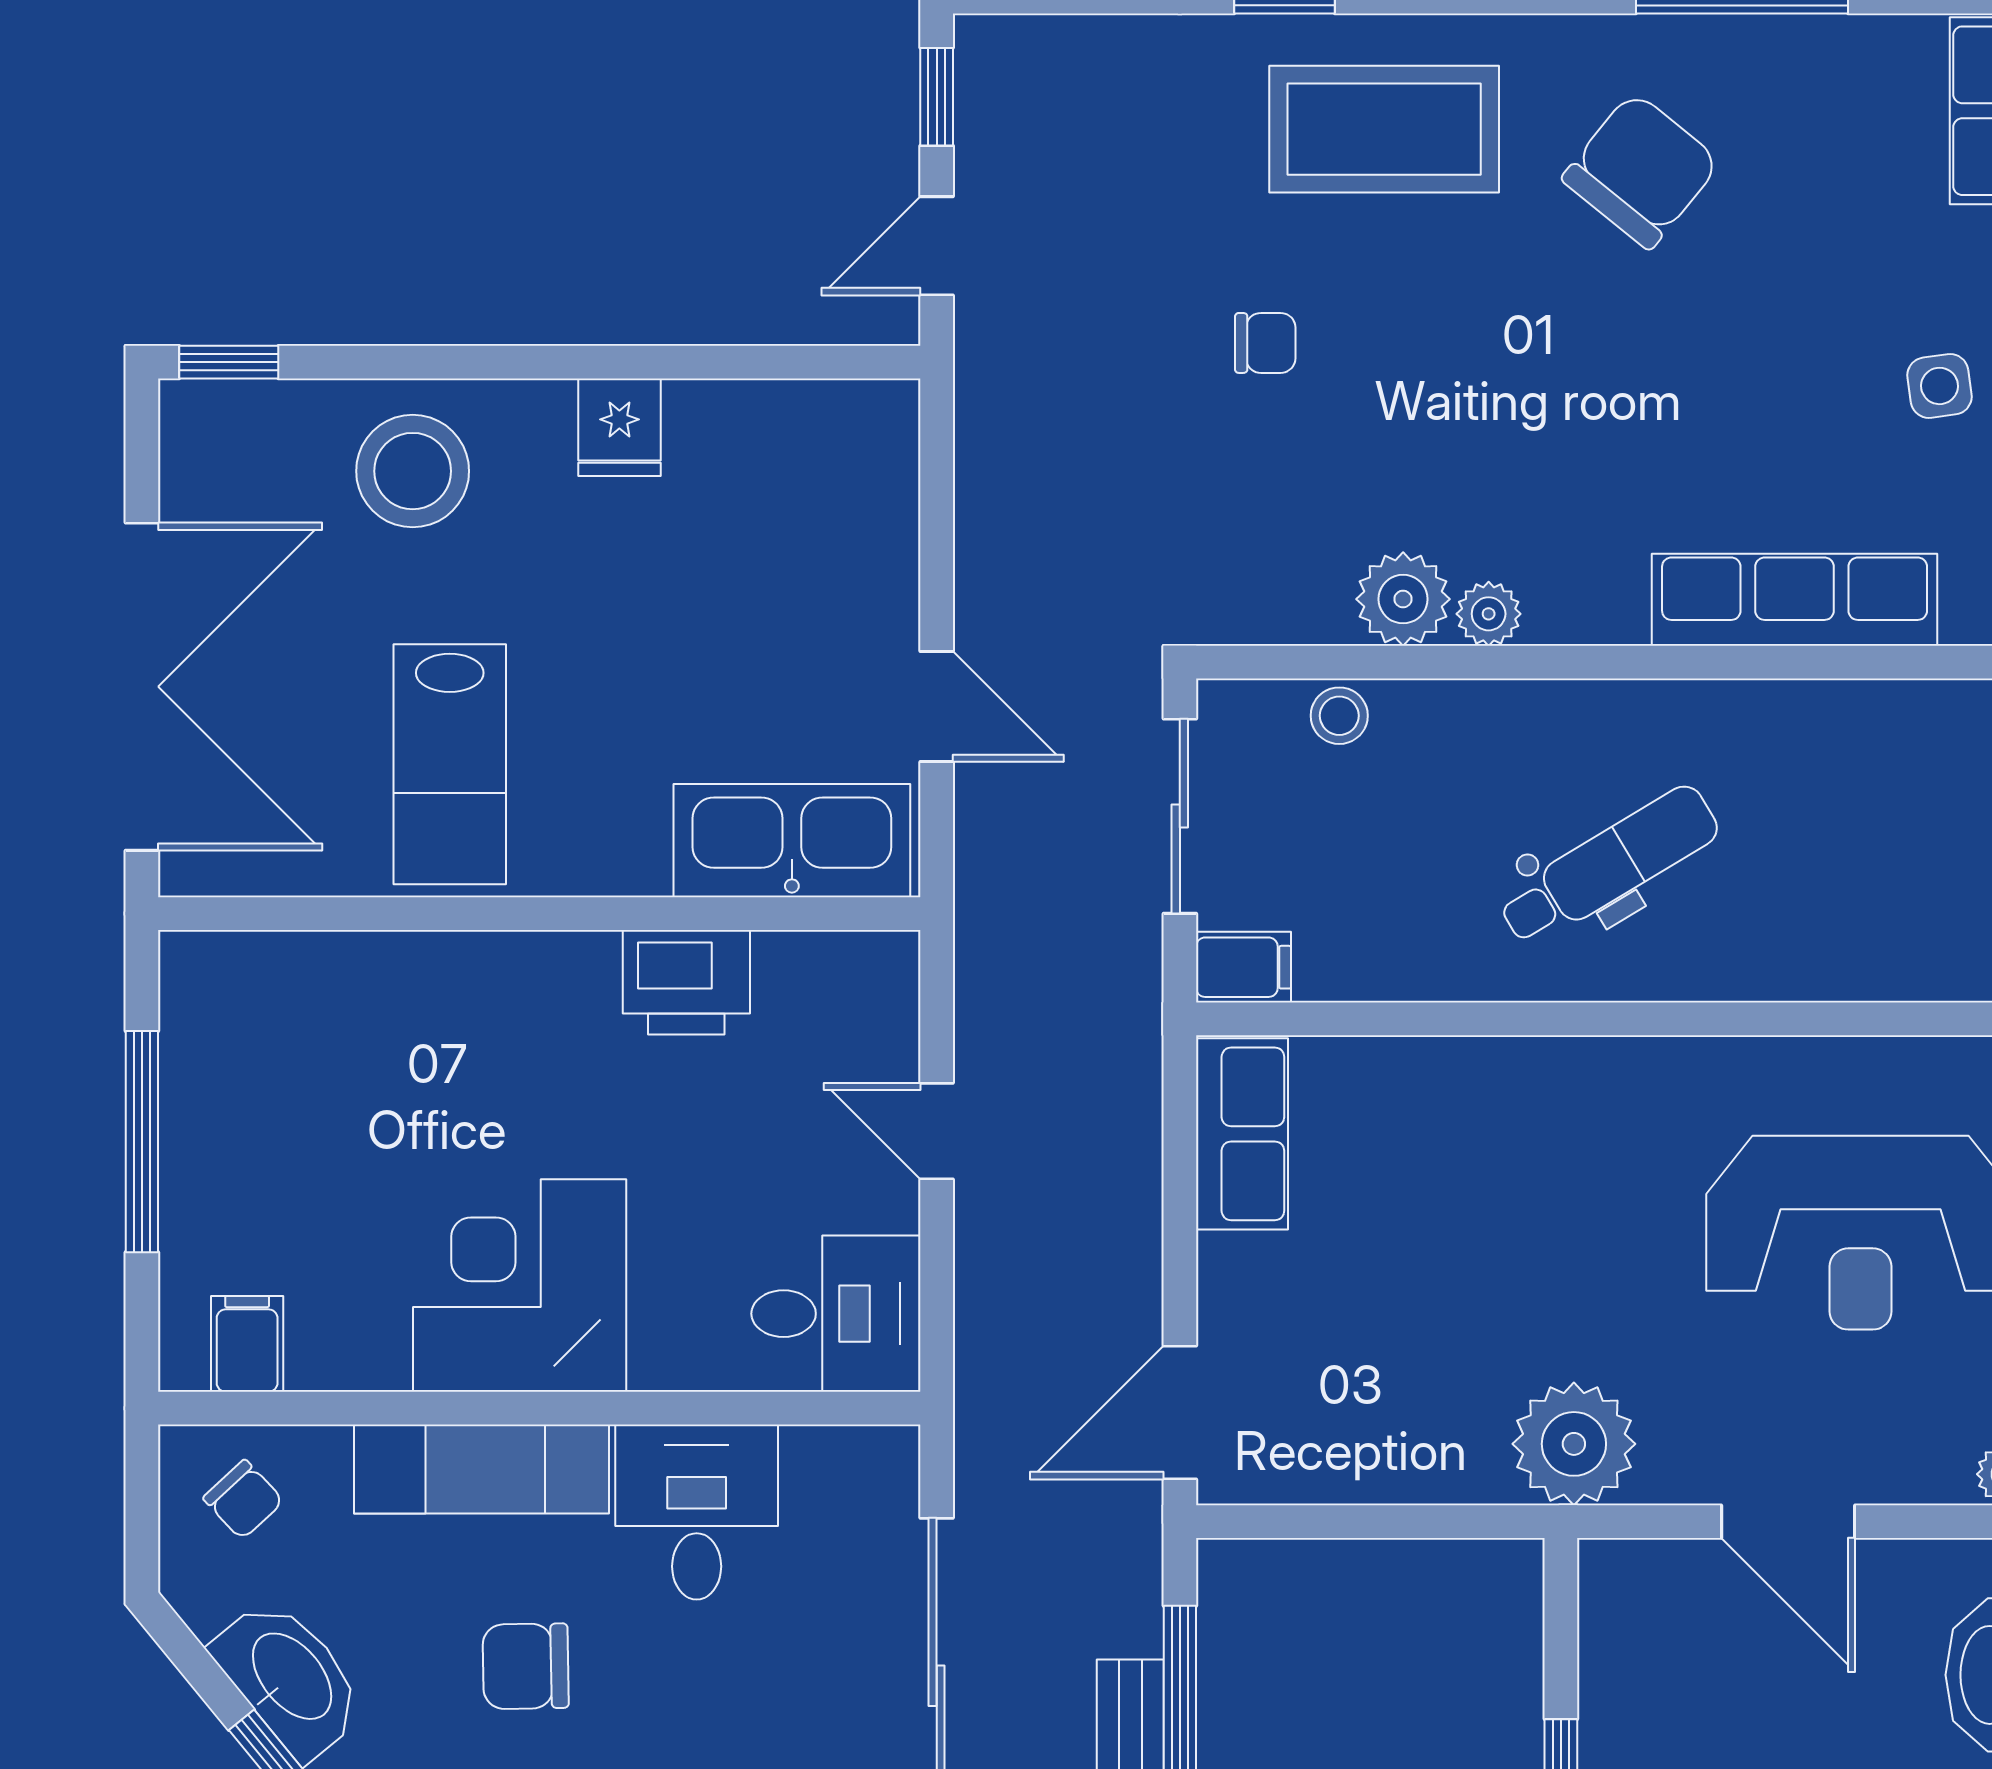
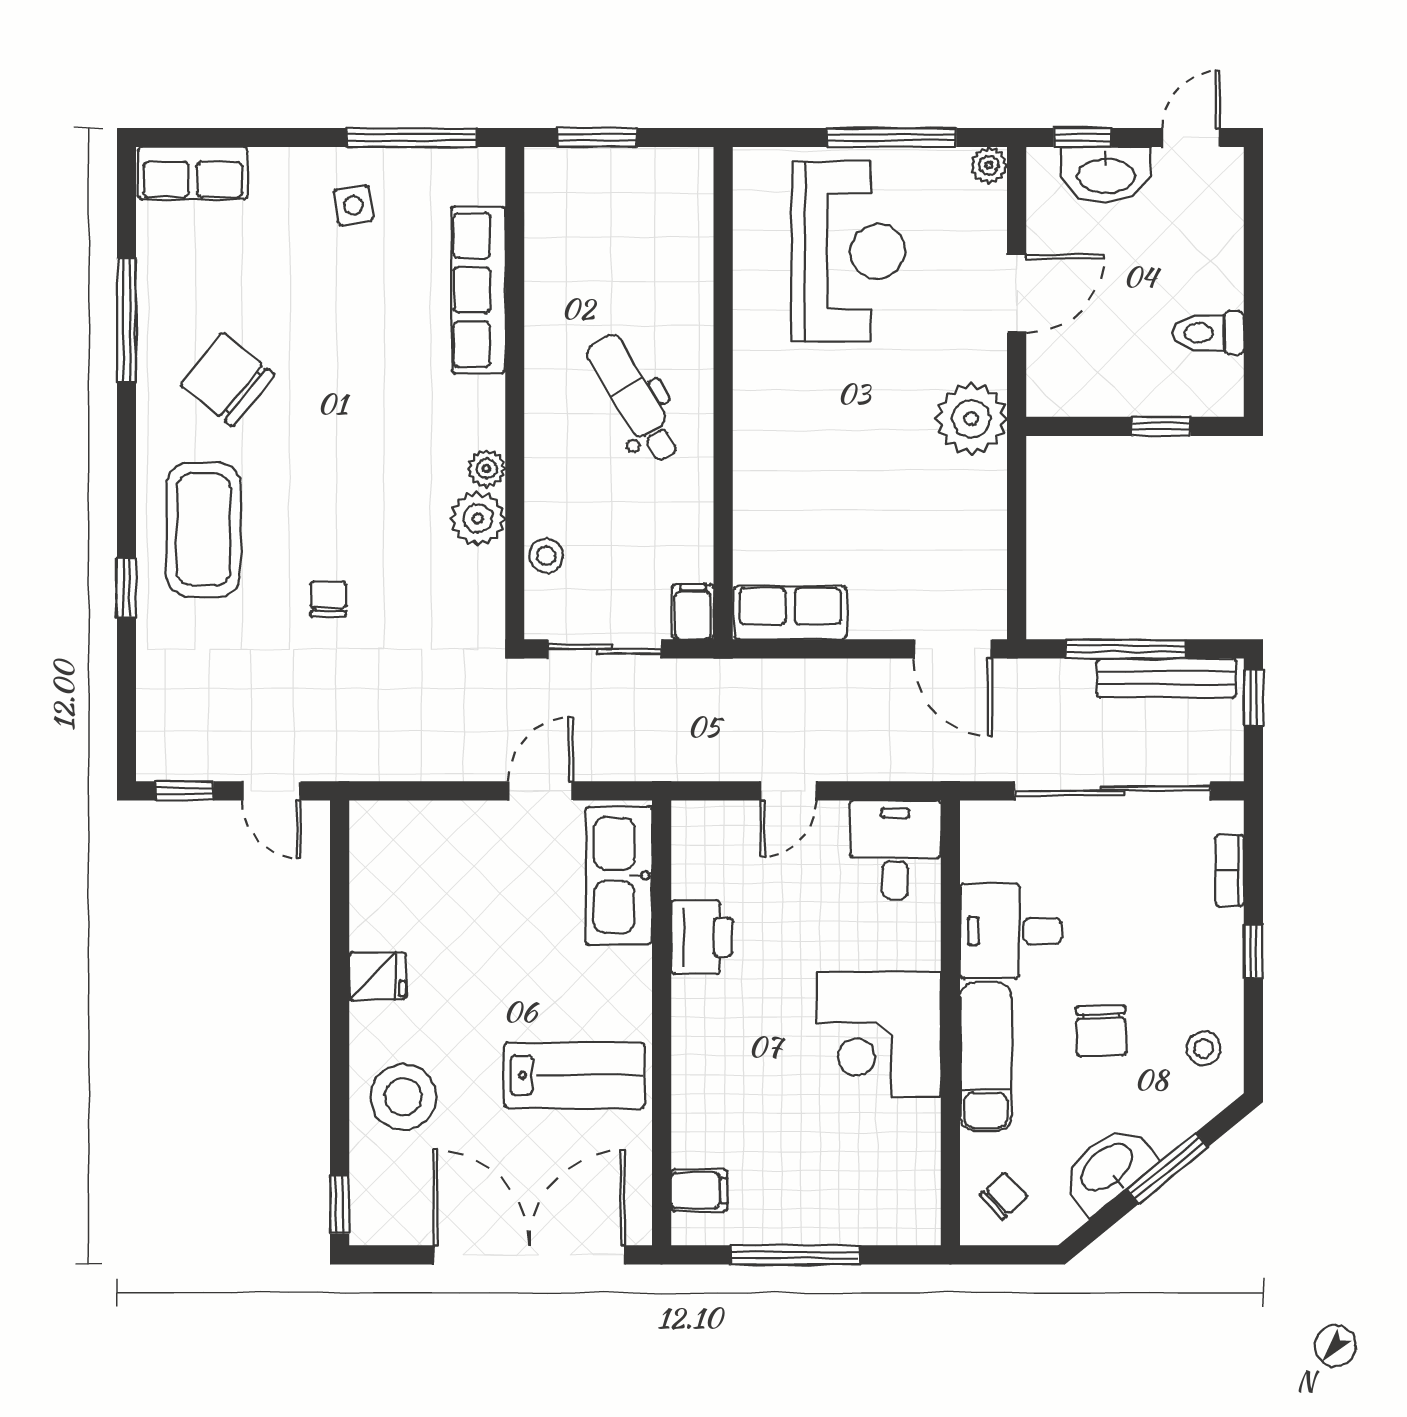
filing cabinet: (247, 1344) -> (699, 1190), moved, turned 180

